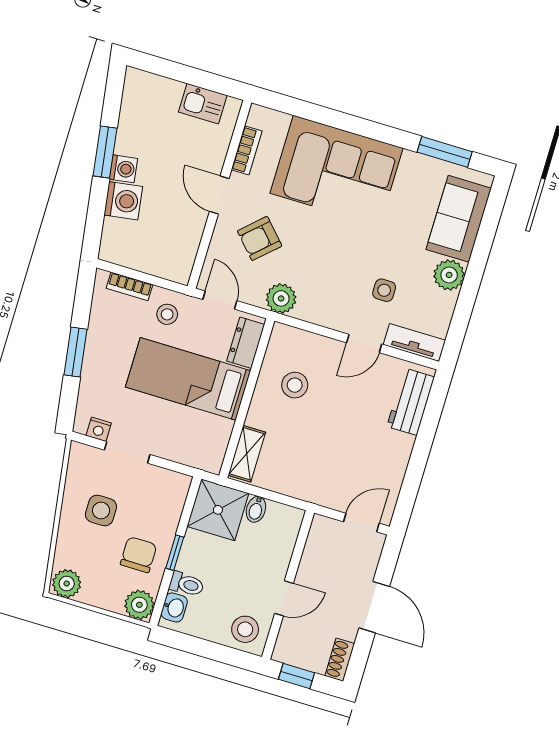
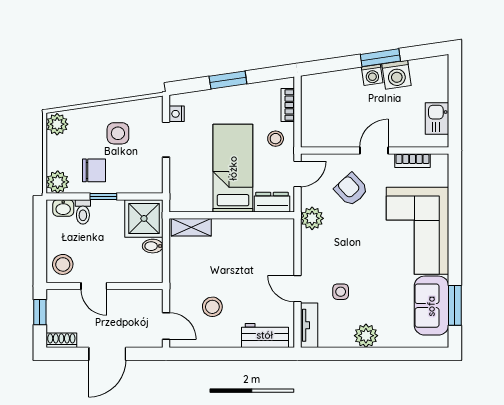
washing machine: (123, 201) -> (396, 75), moved
sofa: (459, 219) -> (431, 306), moved, turned -90
stool: (295, 385) -> (212, 307), moved

